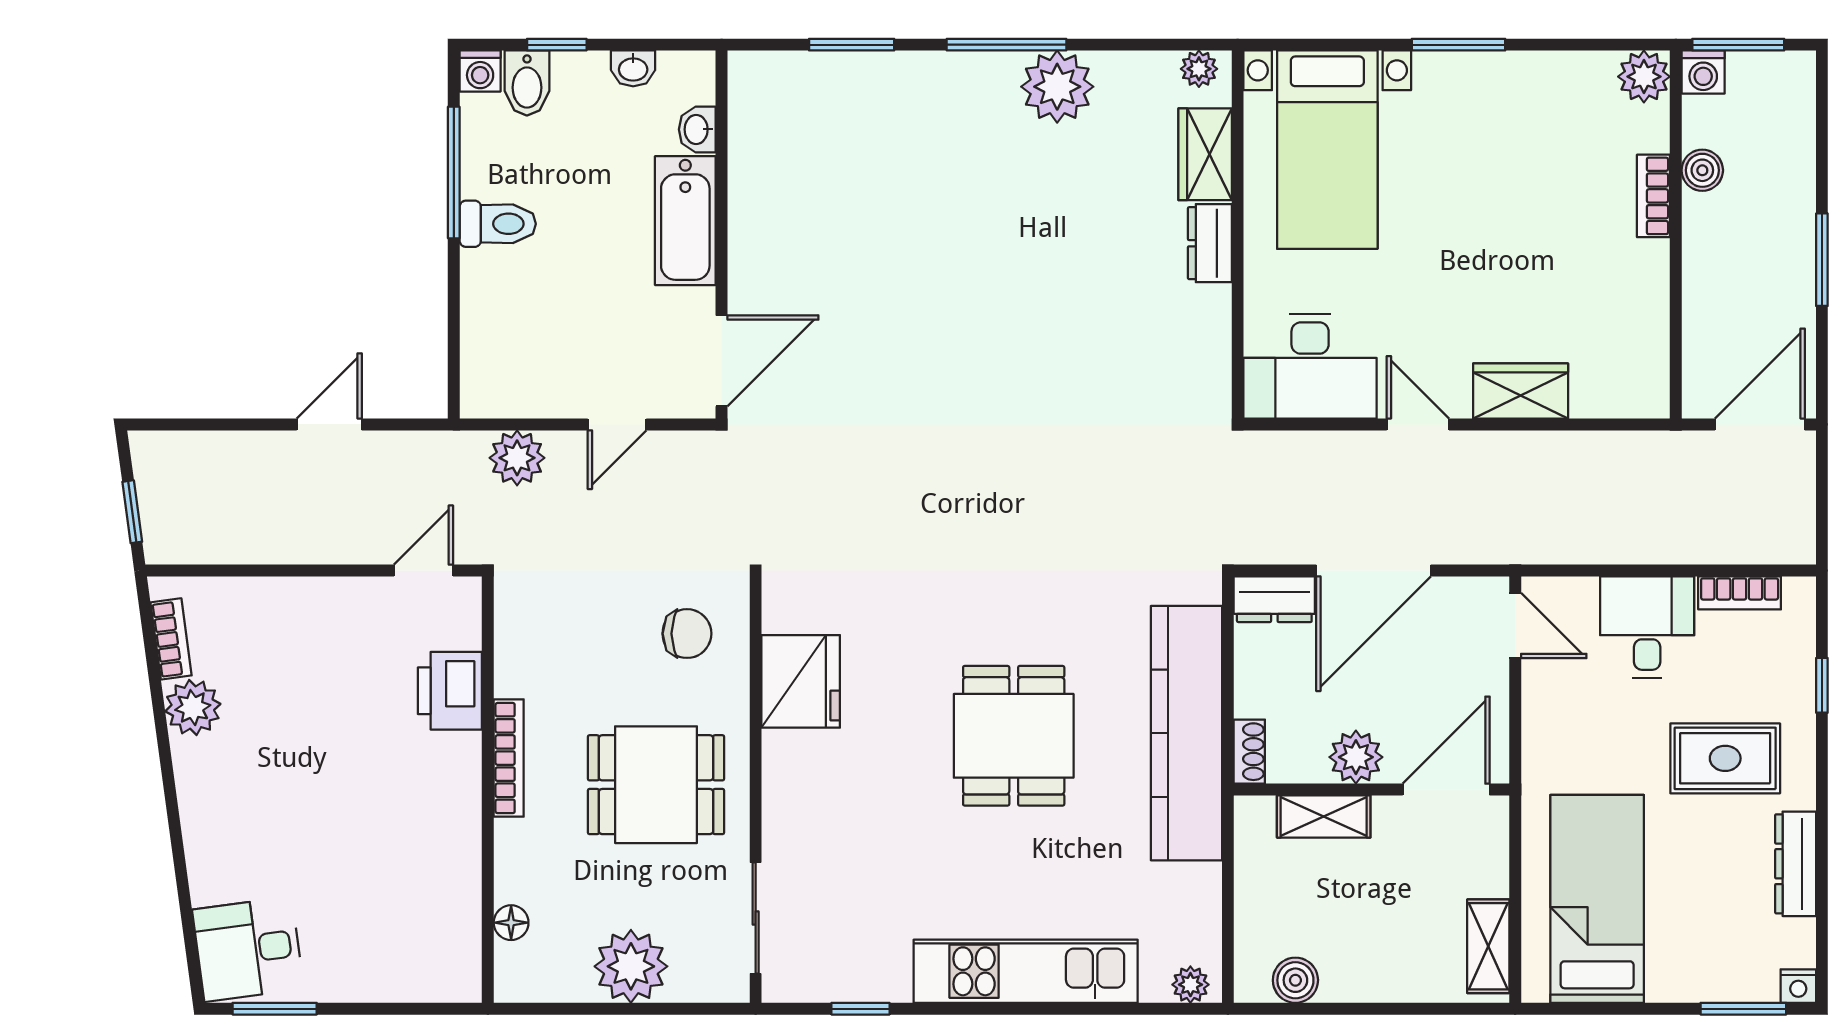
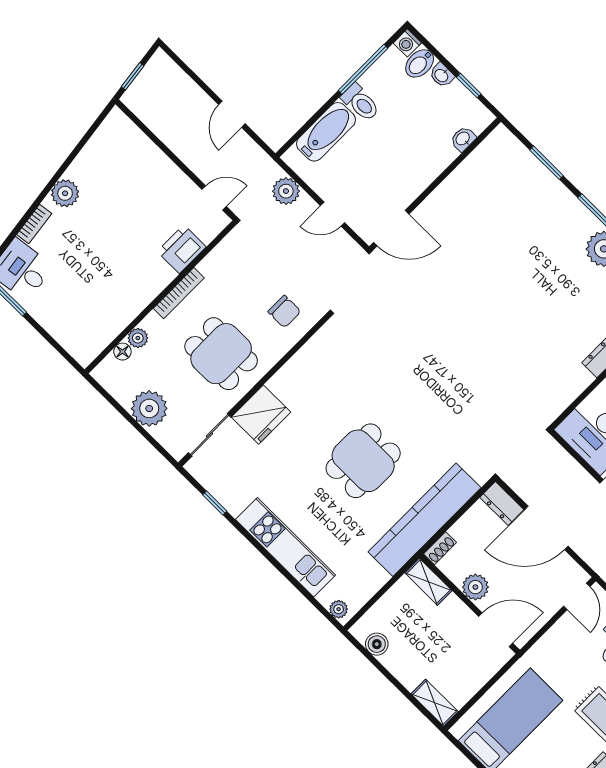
window: (557, 45) -> (469, 86), moved
washbasin: (633, 68) -> (442, 75), moved
bathtub: (685, 221) -> (326, 132), moved, turned 180
door: (329, 424) -> (232, 114), swing flipped
bookcase: (171, 639) -> (34, 224), moved
fridge: (801, 681) -> (261, 415), moved
plant: (193, 708) -> (65, 193), moved
shelving: (1324, 816) -> (428, 582), moved
plant: (514, 881) -> (138, 338), added
shelving: (1488, 946) -> (435, 703), moved, turned 90

